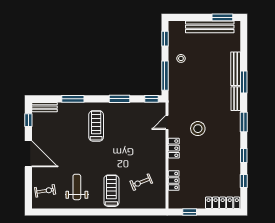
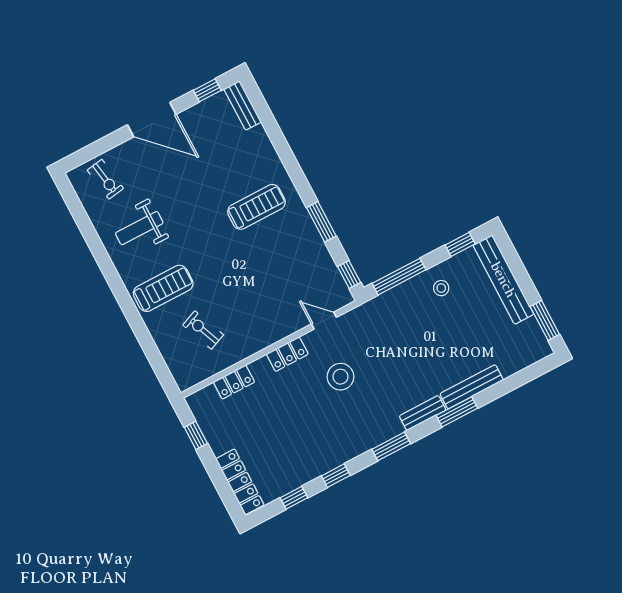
bench: (210, 27) -> (503, 280), moved
window: (73, 99) -> (281, 145), removed
door: (28, 154) -> (152, 120), hinge flipped
weight bench: (77, 187) -> (139, 228), turned 180

